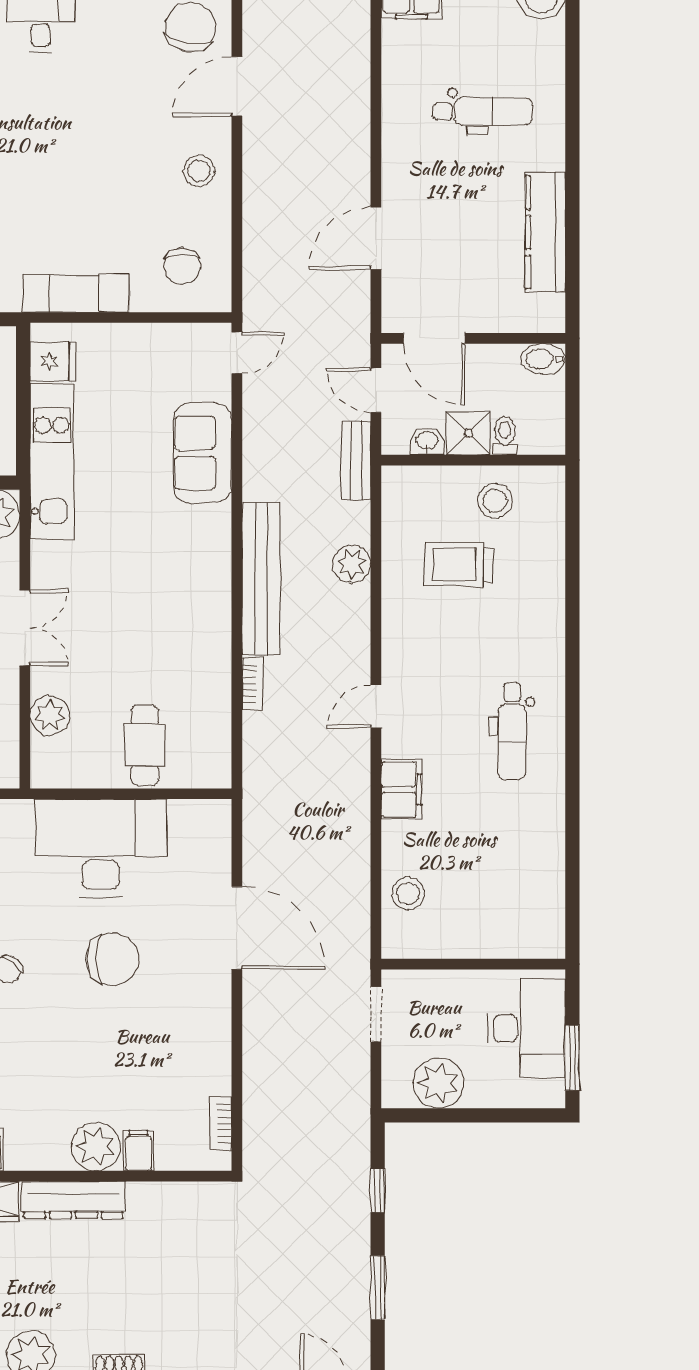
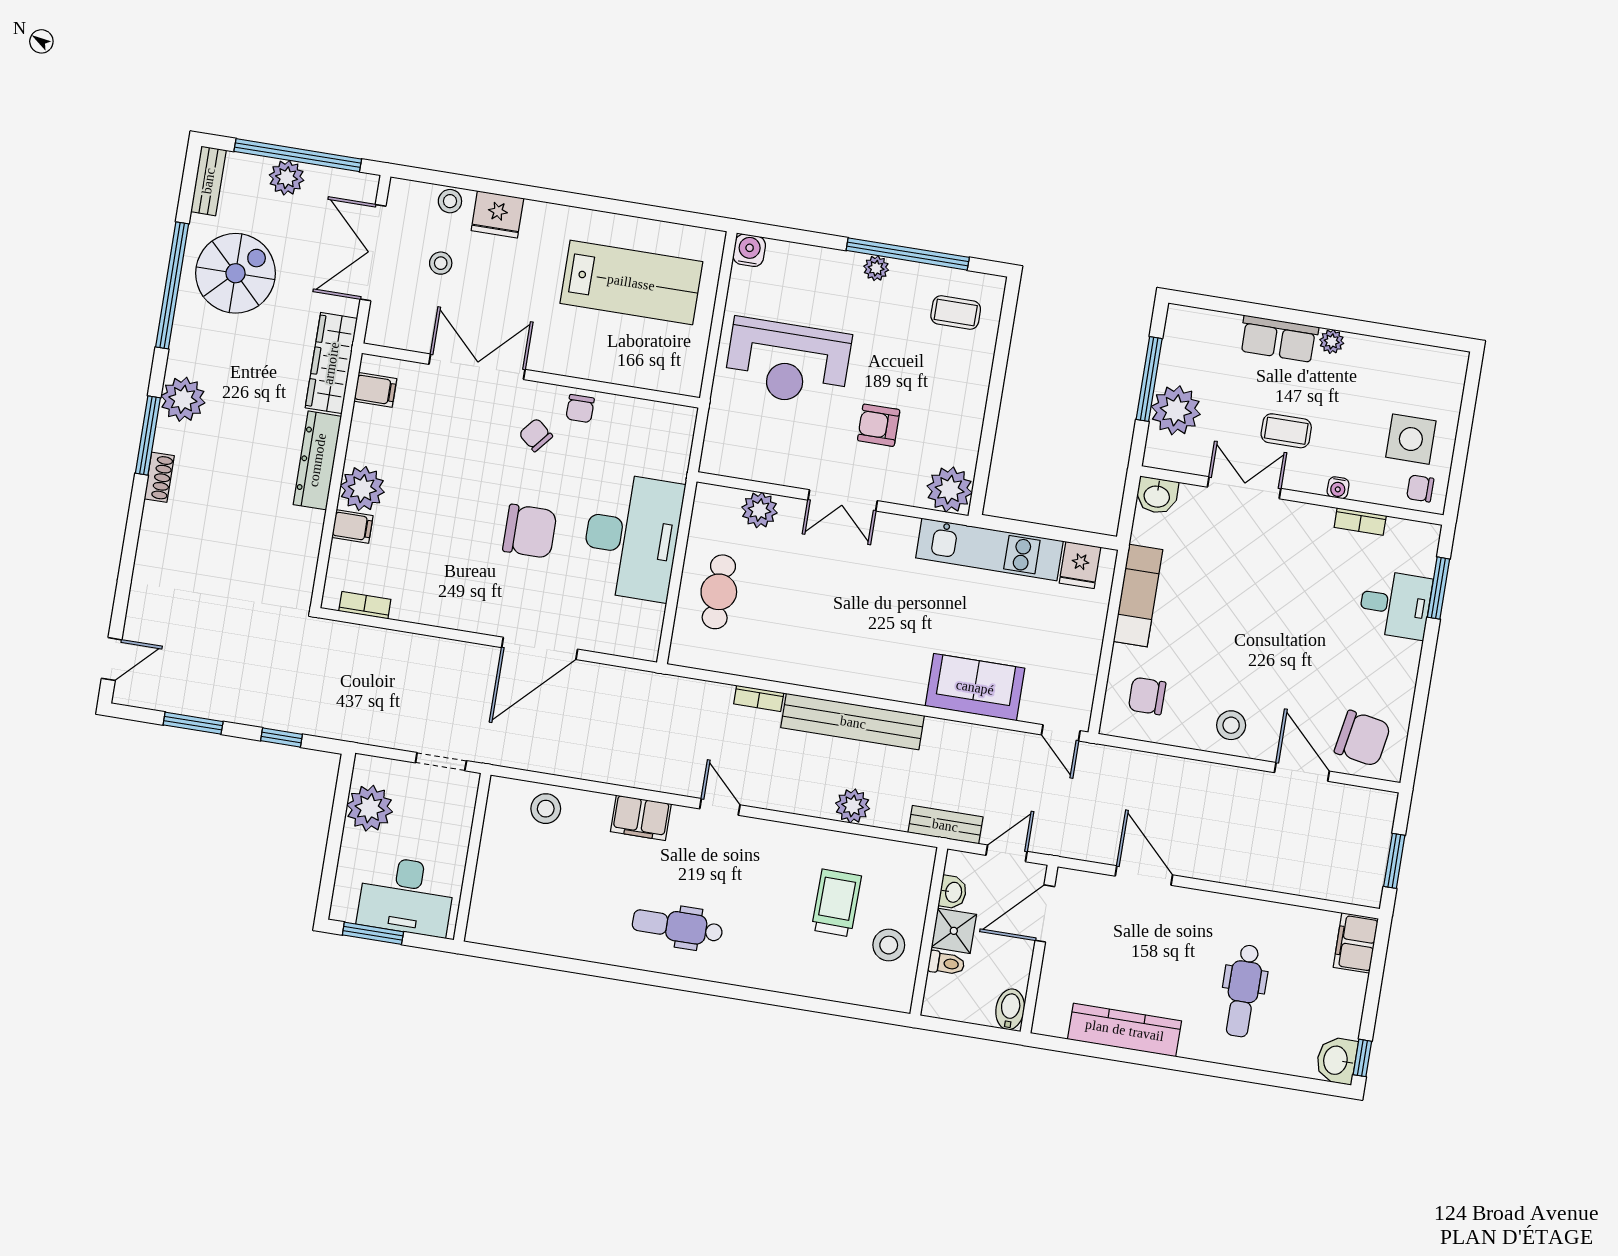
cafe table: (145, 745) -> (719, 592), turned 90
chair: (113, 959) -> (530, 531), turned -90

